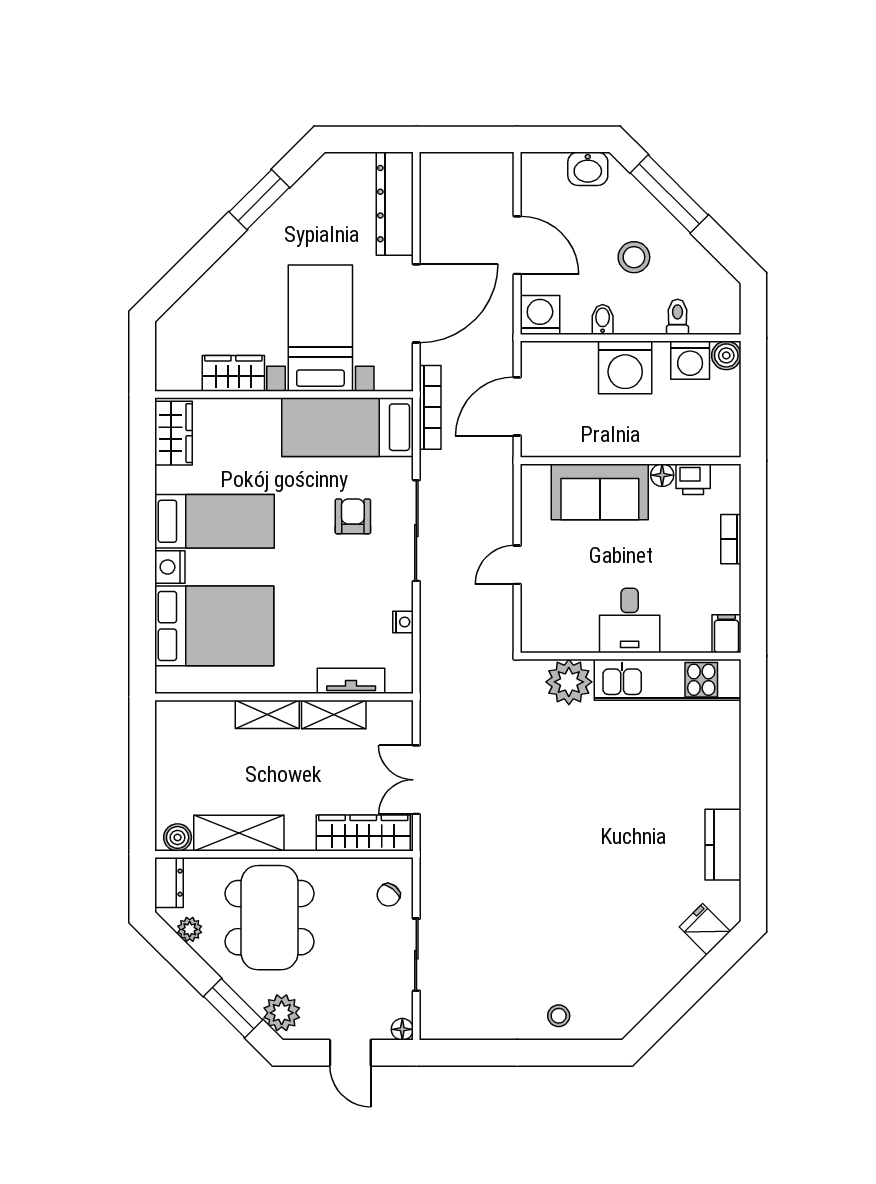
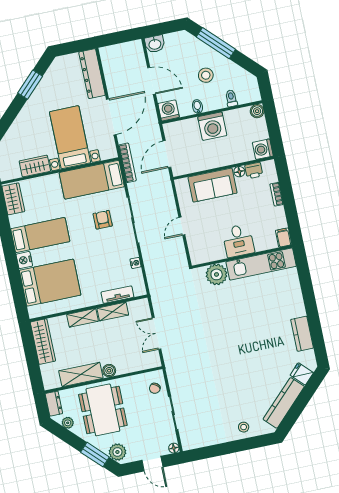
washbasin: (588, 169) -> (155, 44), moved
washing machine: (690, 360) -> (263, 149), moved, turned 90
wardrobe: (363, 833) -> (43, 342), moved, turned 90
boiler: (178, 837) -> (109, 371), moved
kitchen counter: (654, 983) -> (284, 403), added

